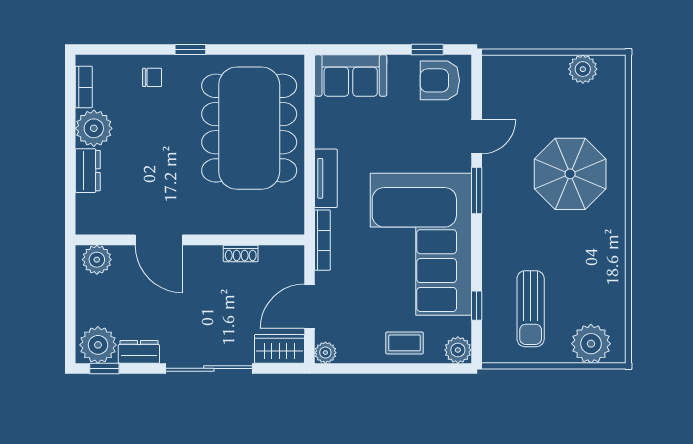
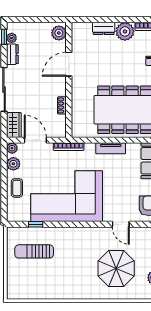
parasol: (570, 174) -> (116, 268), moved
tv unit: (326, 178) -> (111, 148), moved
window: (477, 190) -> (94, 224), removed
plant: (591, 344) -> (16, 282), removed
plant: (98, 345) -> (12, 38), width x0.53, depth x0.53
plant: (458, 350) -> (13, 164), moved

